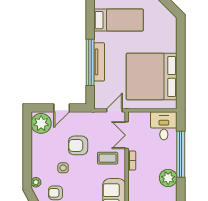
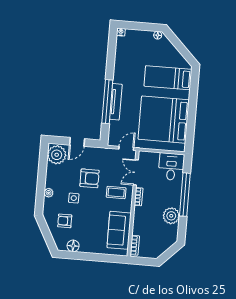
bed: (119, 20) -> (168, 78), moved, turned 180
armchair: (78, 145) -> (90, 178), turned 180
plant: (36, 182) -> (49, 193), moved

